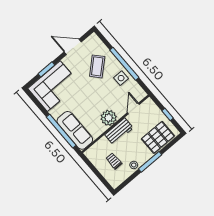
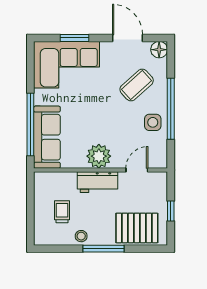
floor lamp: (93, 39) -> (159, 50), added

